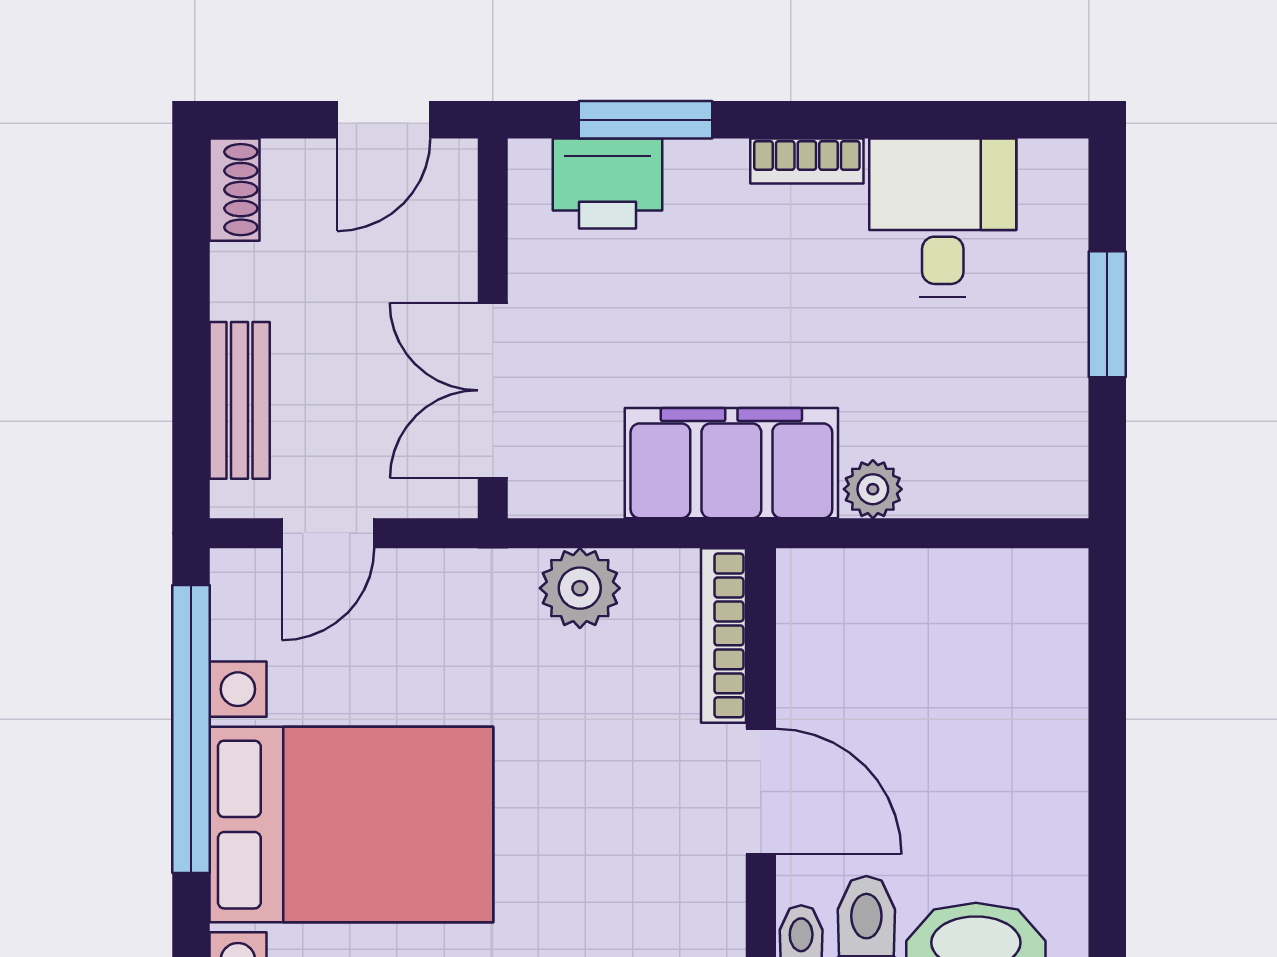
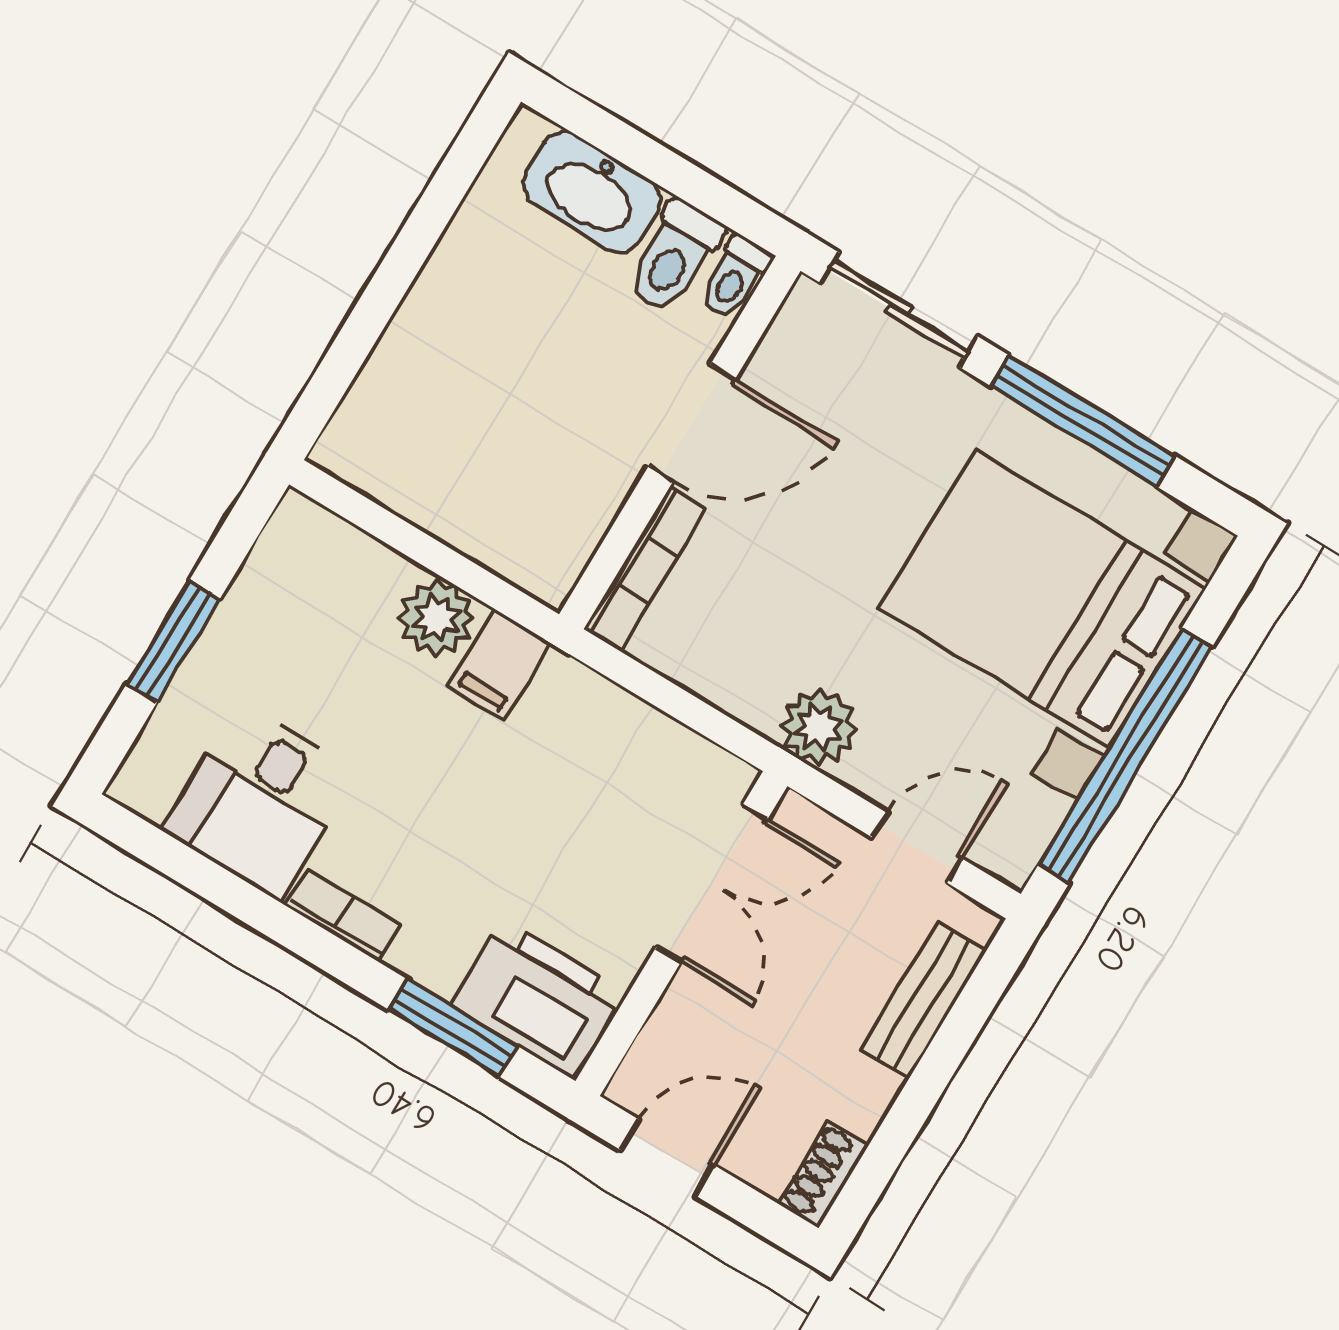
printer: (607, 183) -> (537, 998), width x1.37, depth x1.19
filing cabinet: (731, 463) -> (499, 664), width x0.33, depth x0.86
plant: (873, 489) -> (436, 618), width x1.38, depth x1.38
plant: (580, 588) -> (818, 727), moved
door: (761, 791) -> (691, 423), swing flipped

